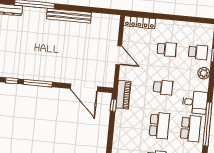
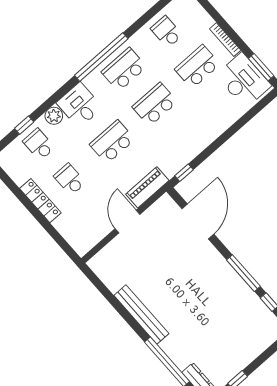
locker: (140, 22) -> (40, 201), moved
school desk: (163, 87) -> (112, 142), width x1.85
piano: (123, 95) -> (147, 187), moved
desk: (195, 102) -> (80, 105), moved

